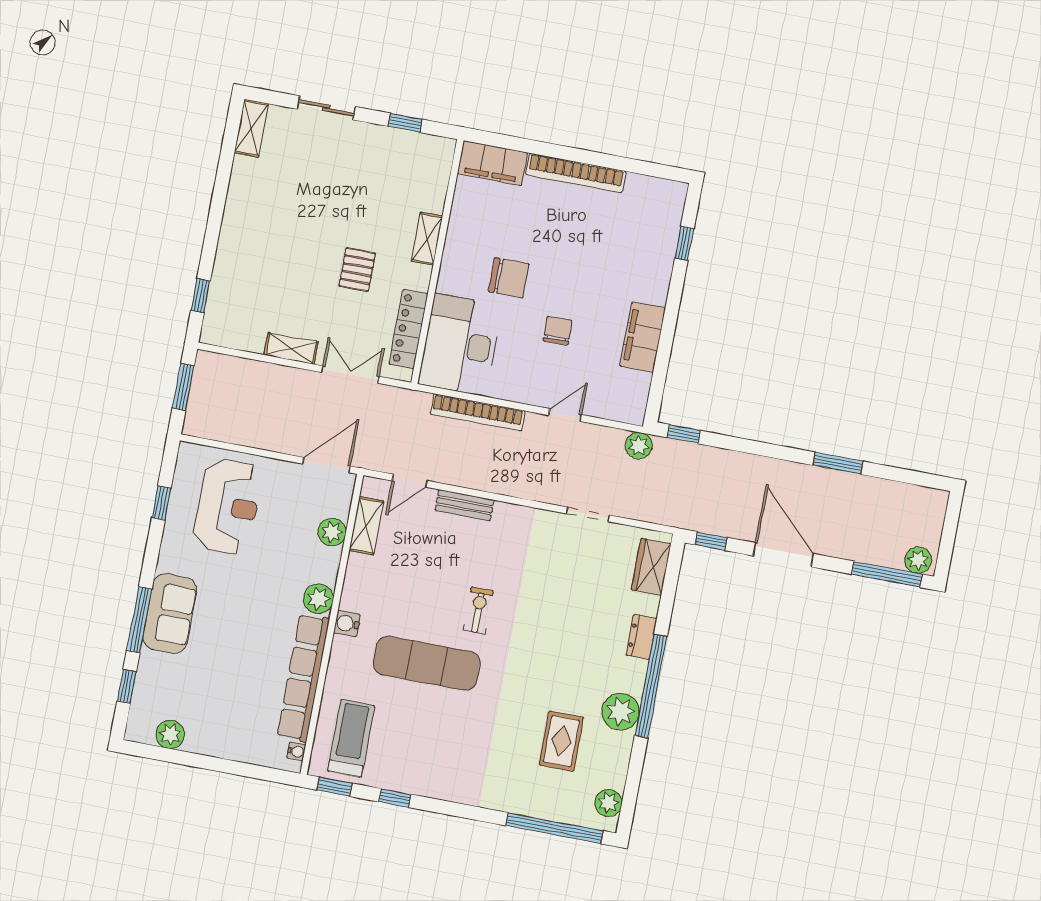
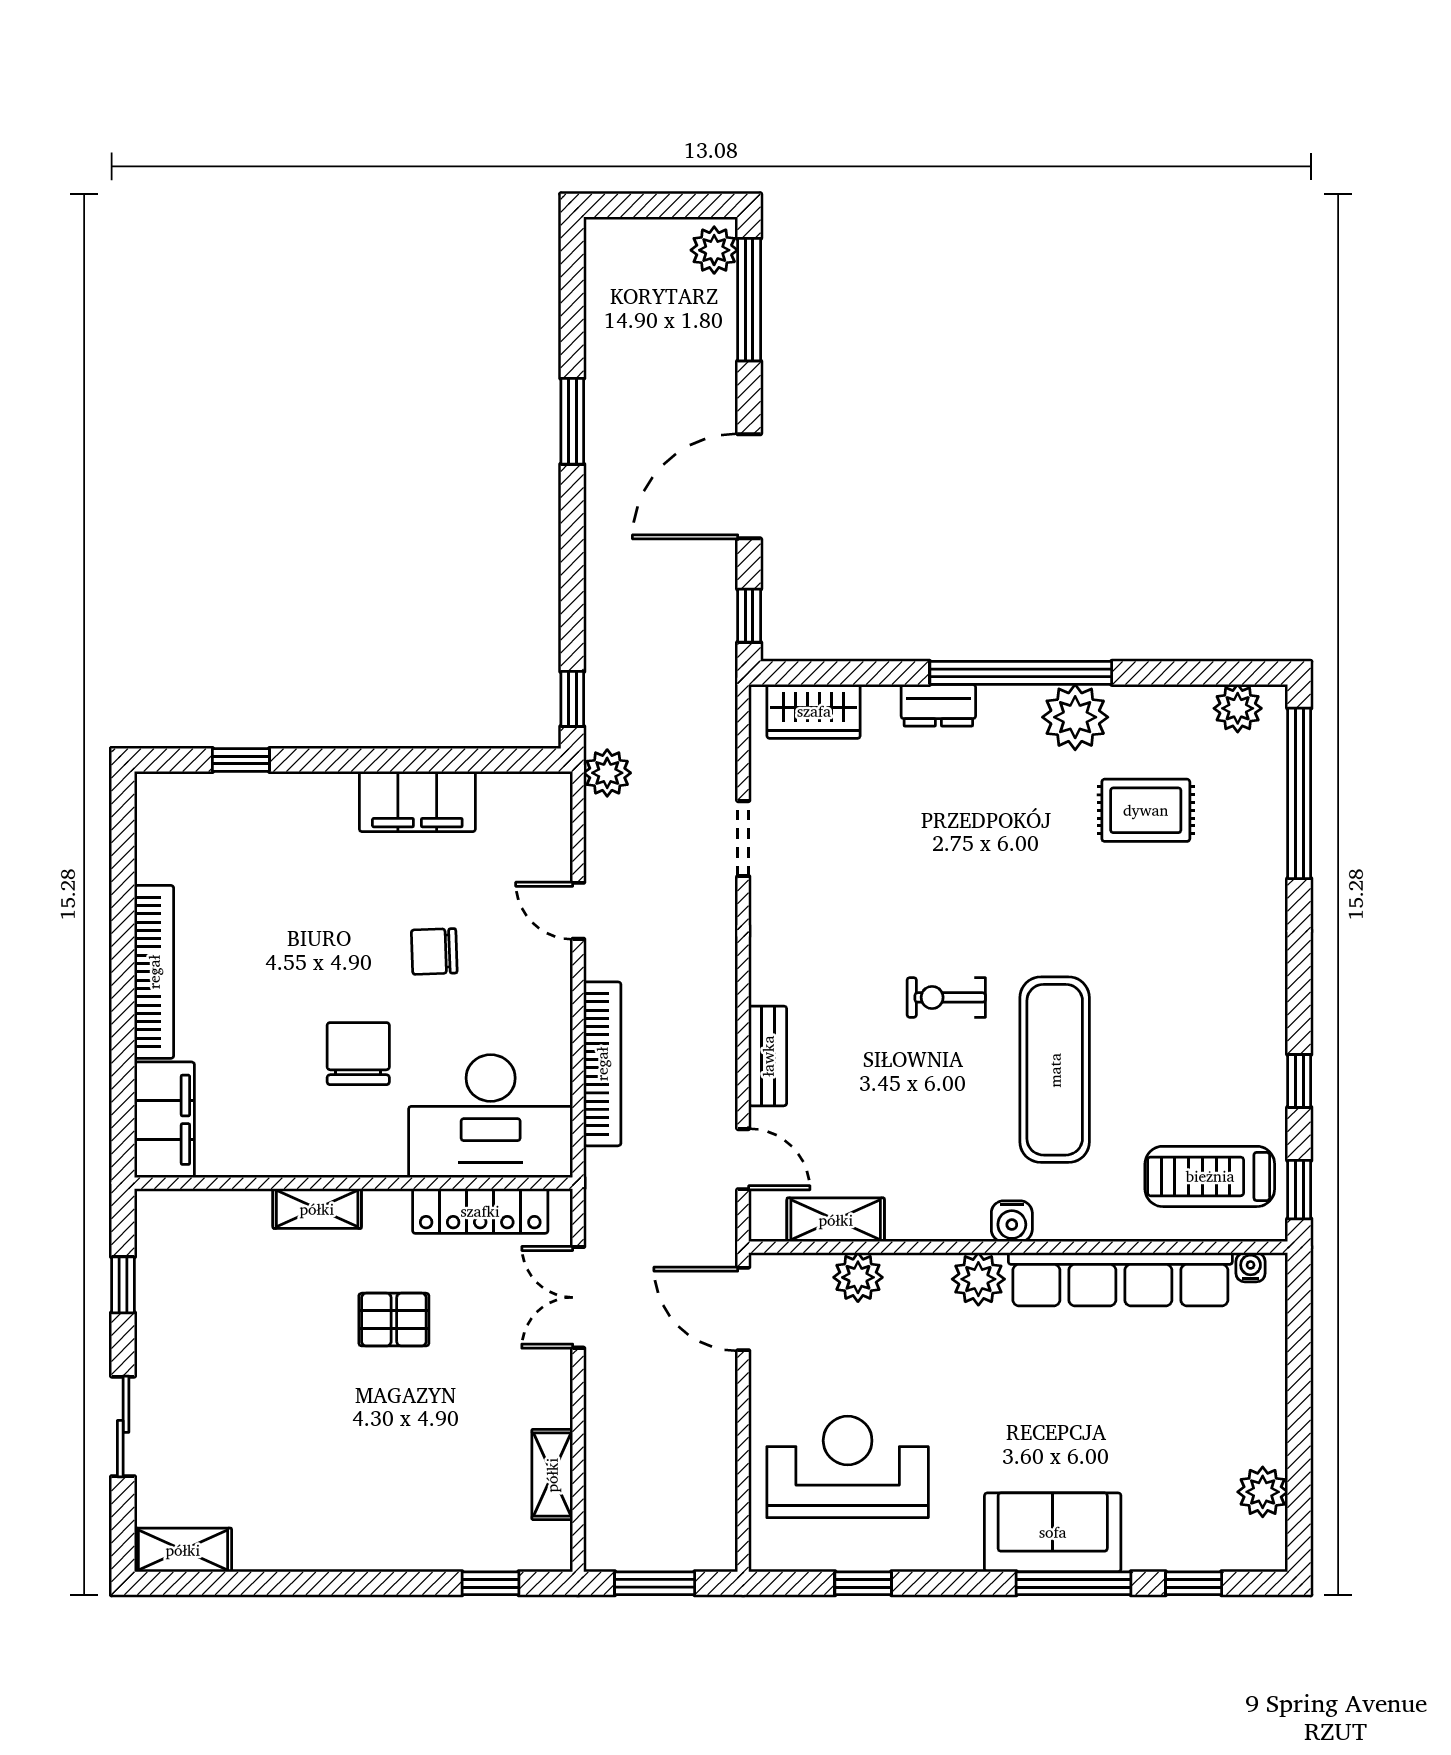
shelving: (291, 348) -> (552, 1475), moved

